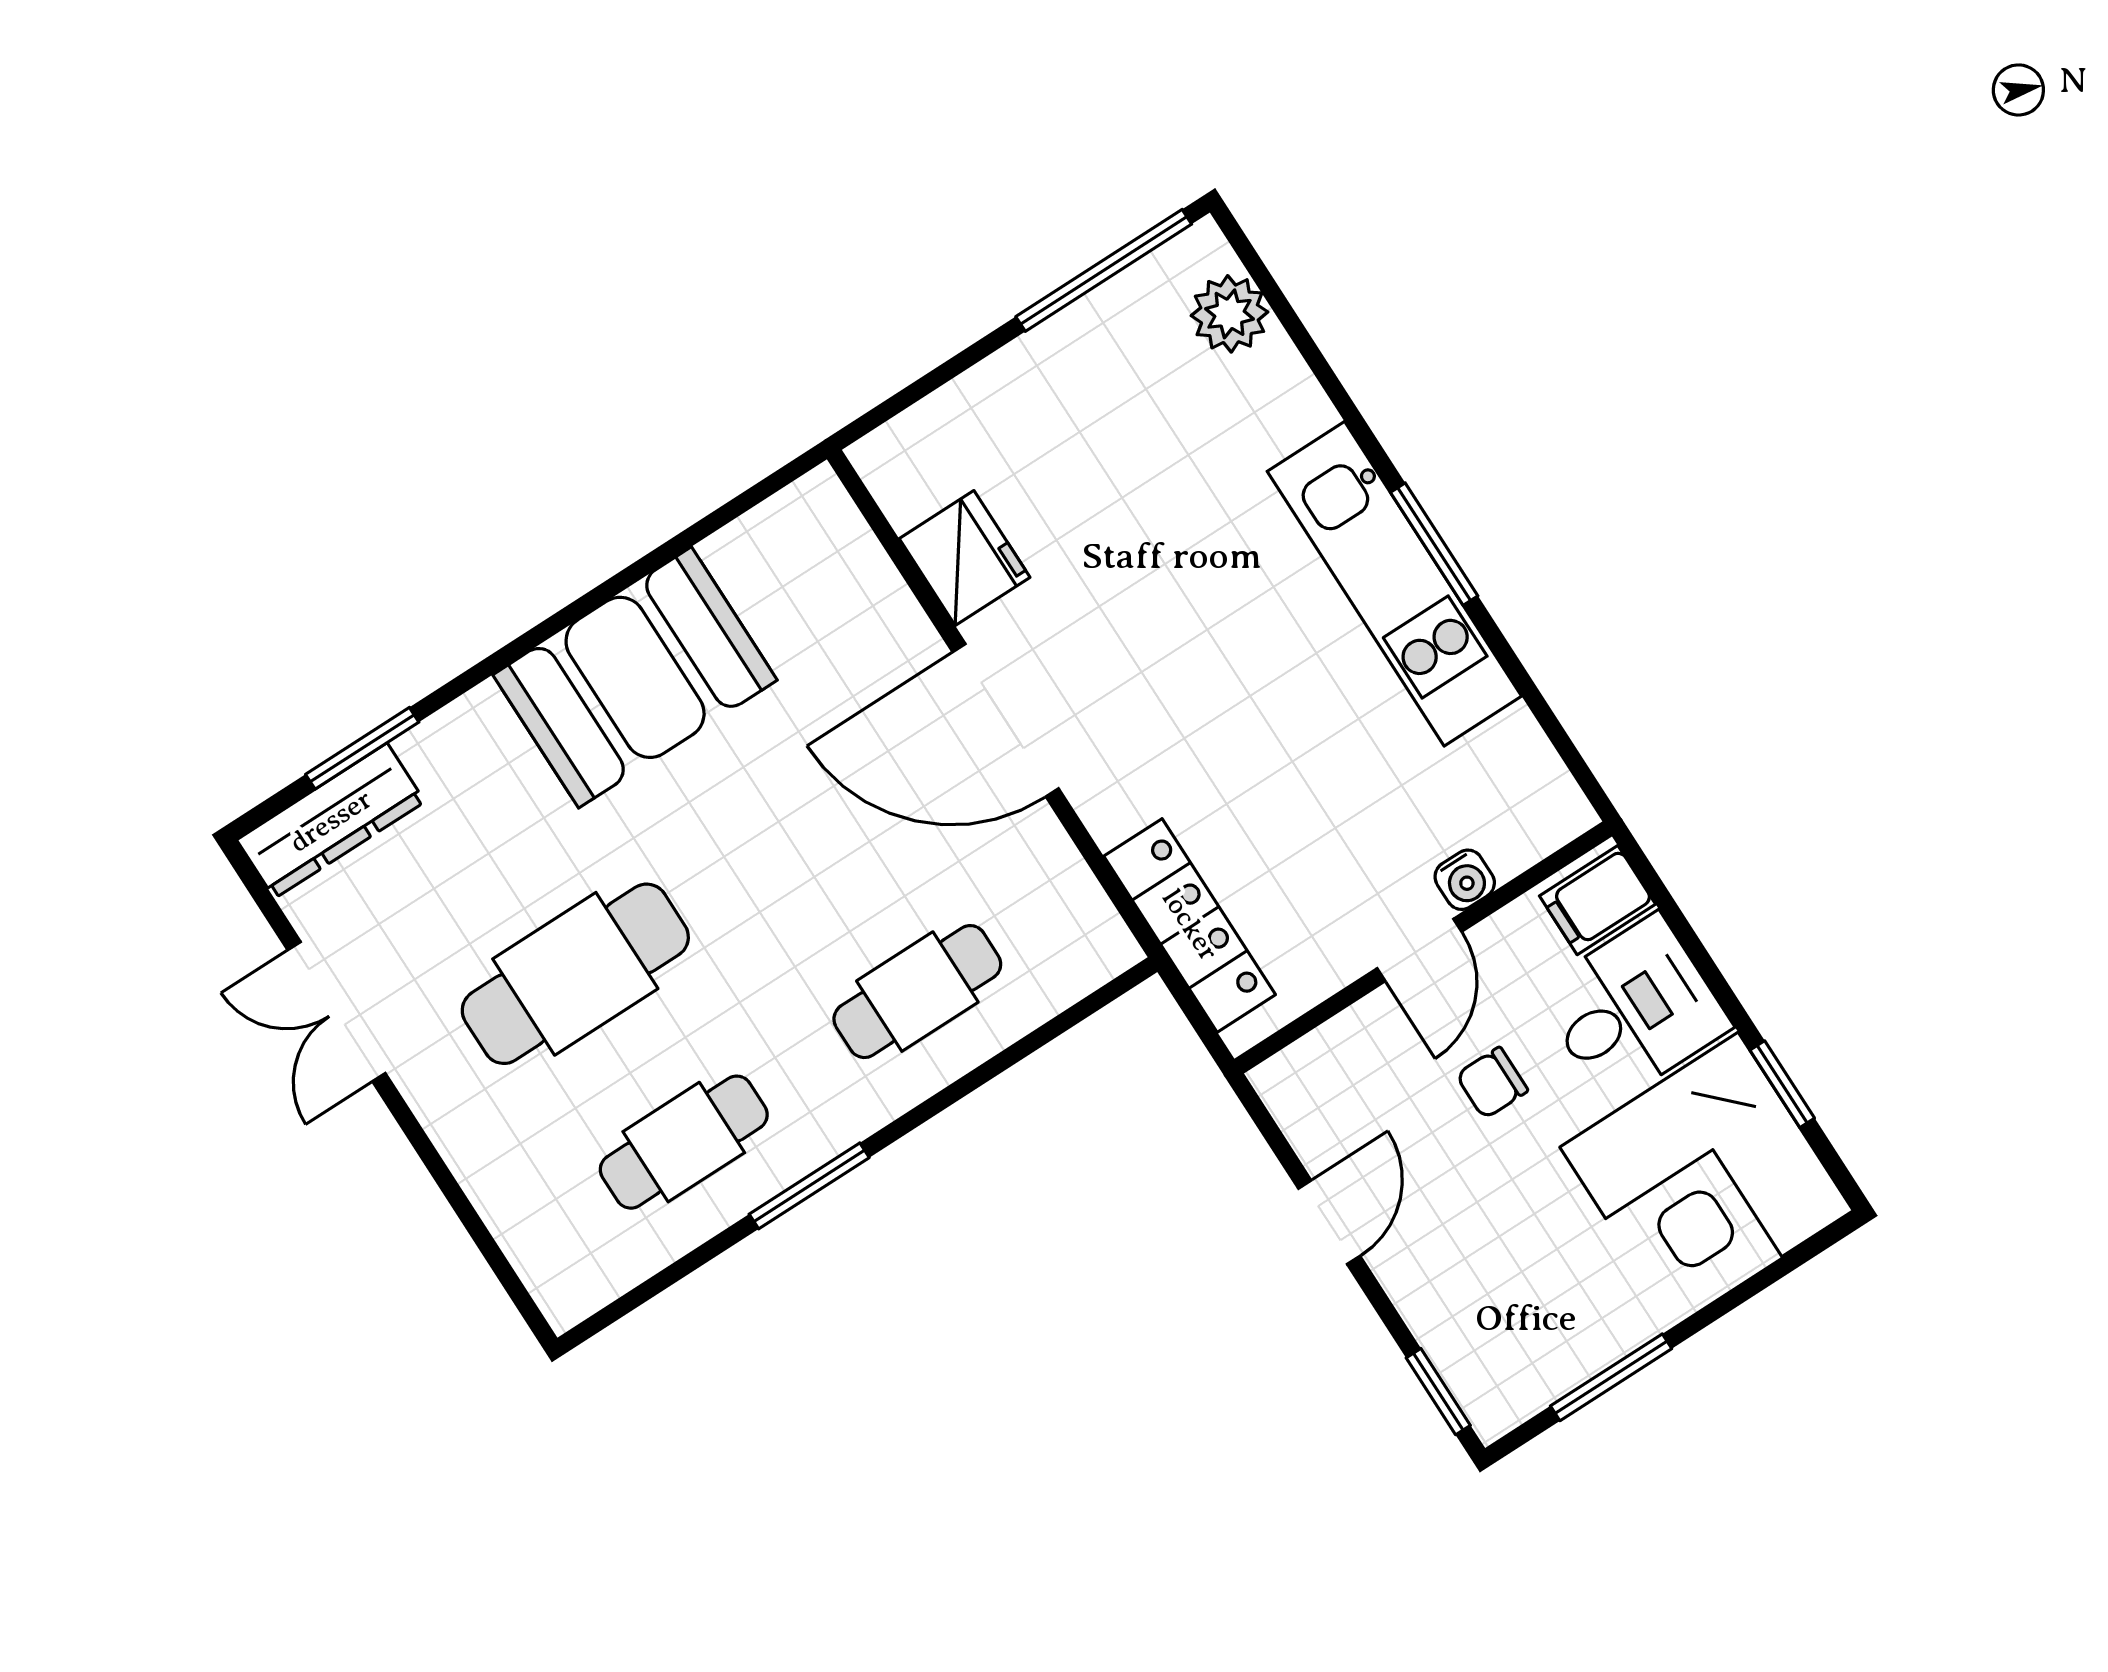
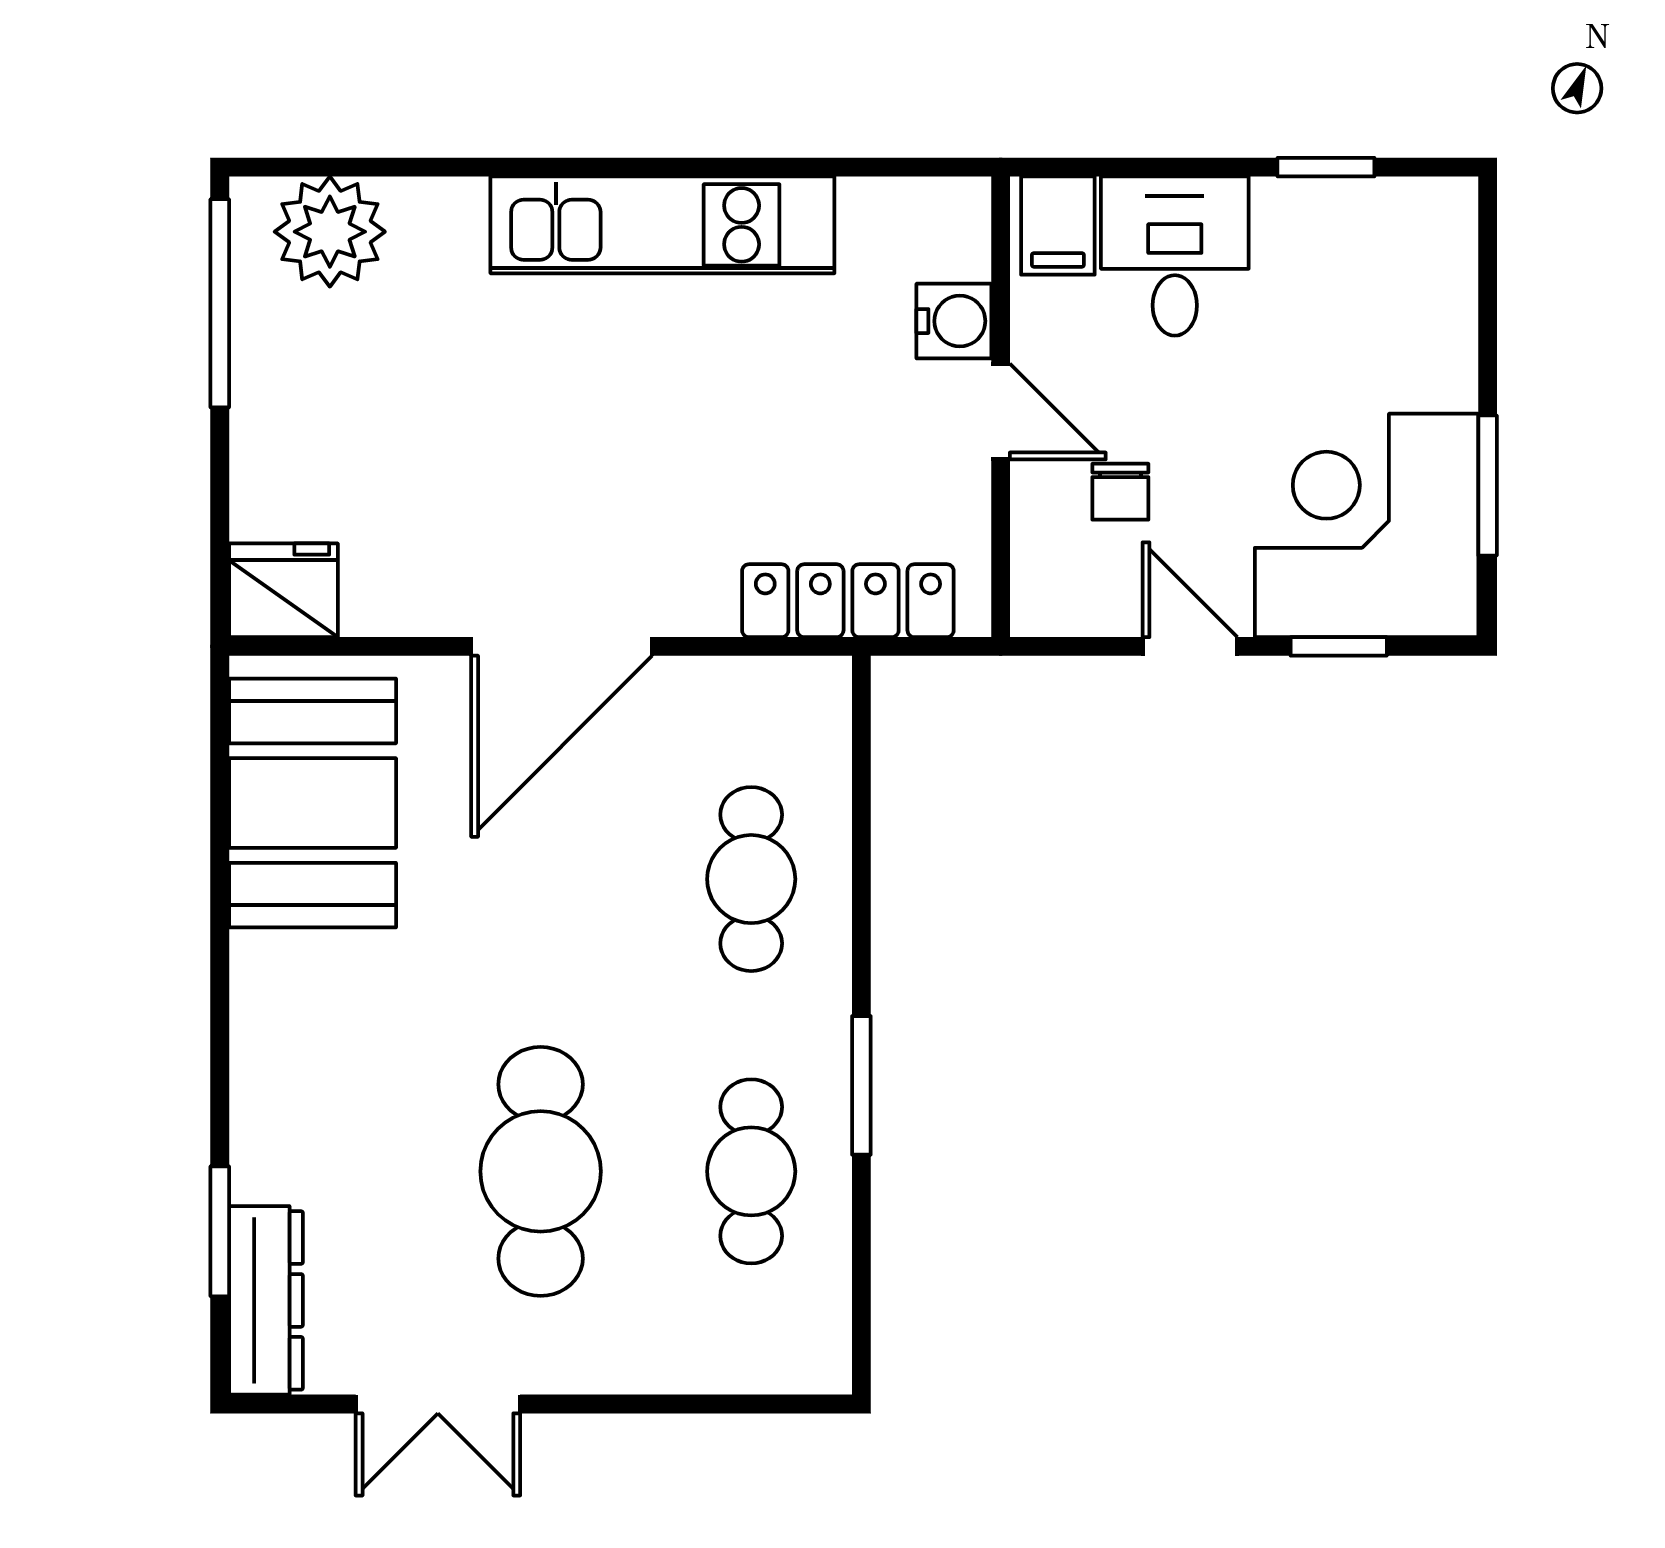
plant: (1229, 314) -> (330, 232), width x1.36, depth x1.36
window: (1434, 544) -> (650, 167), removed
fridge: (965, 558) -> (283, 590), moved
booth: (635, 677) -> (313, 803), moved
water cooler: (1465, 880) -> (954, 321), width x1.38, depth x1.38
chair: (1492, 1083) -> (1120, 492), moved
corner desk: (1706, 1179) -> (1367, 525), moved, turned 180
window: (1438, 1392) -> (1339, 646), moved

